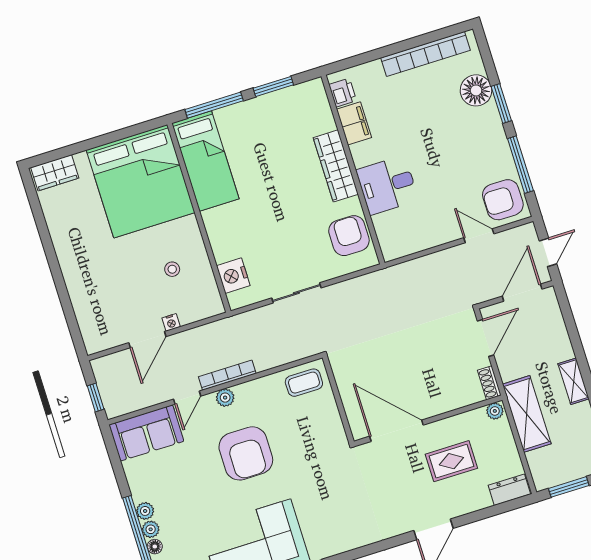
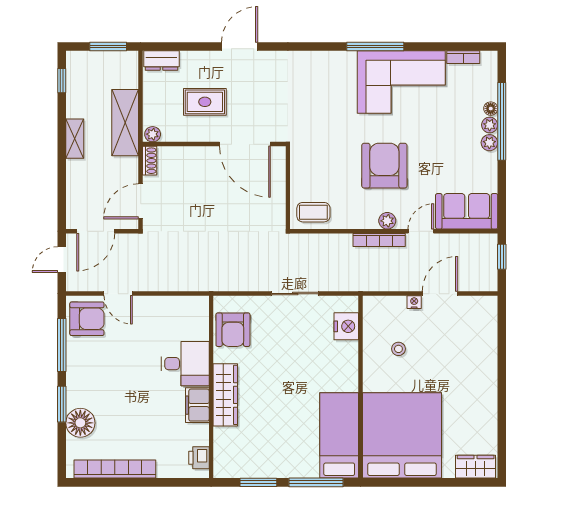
filing cabinet: (354, 123) -> (197, 405), moved

